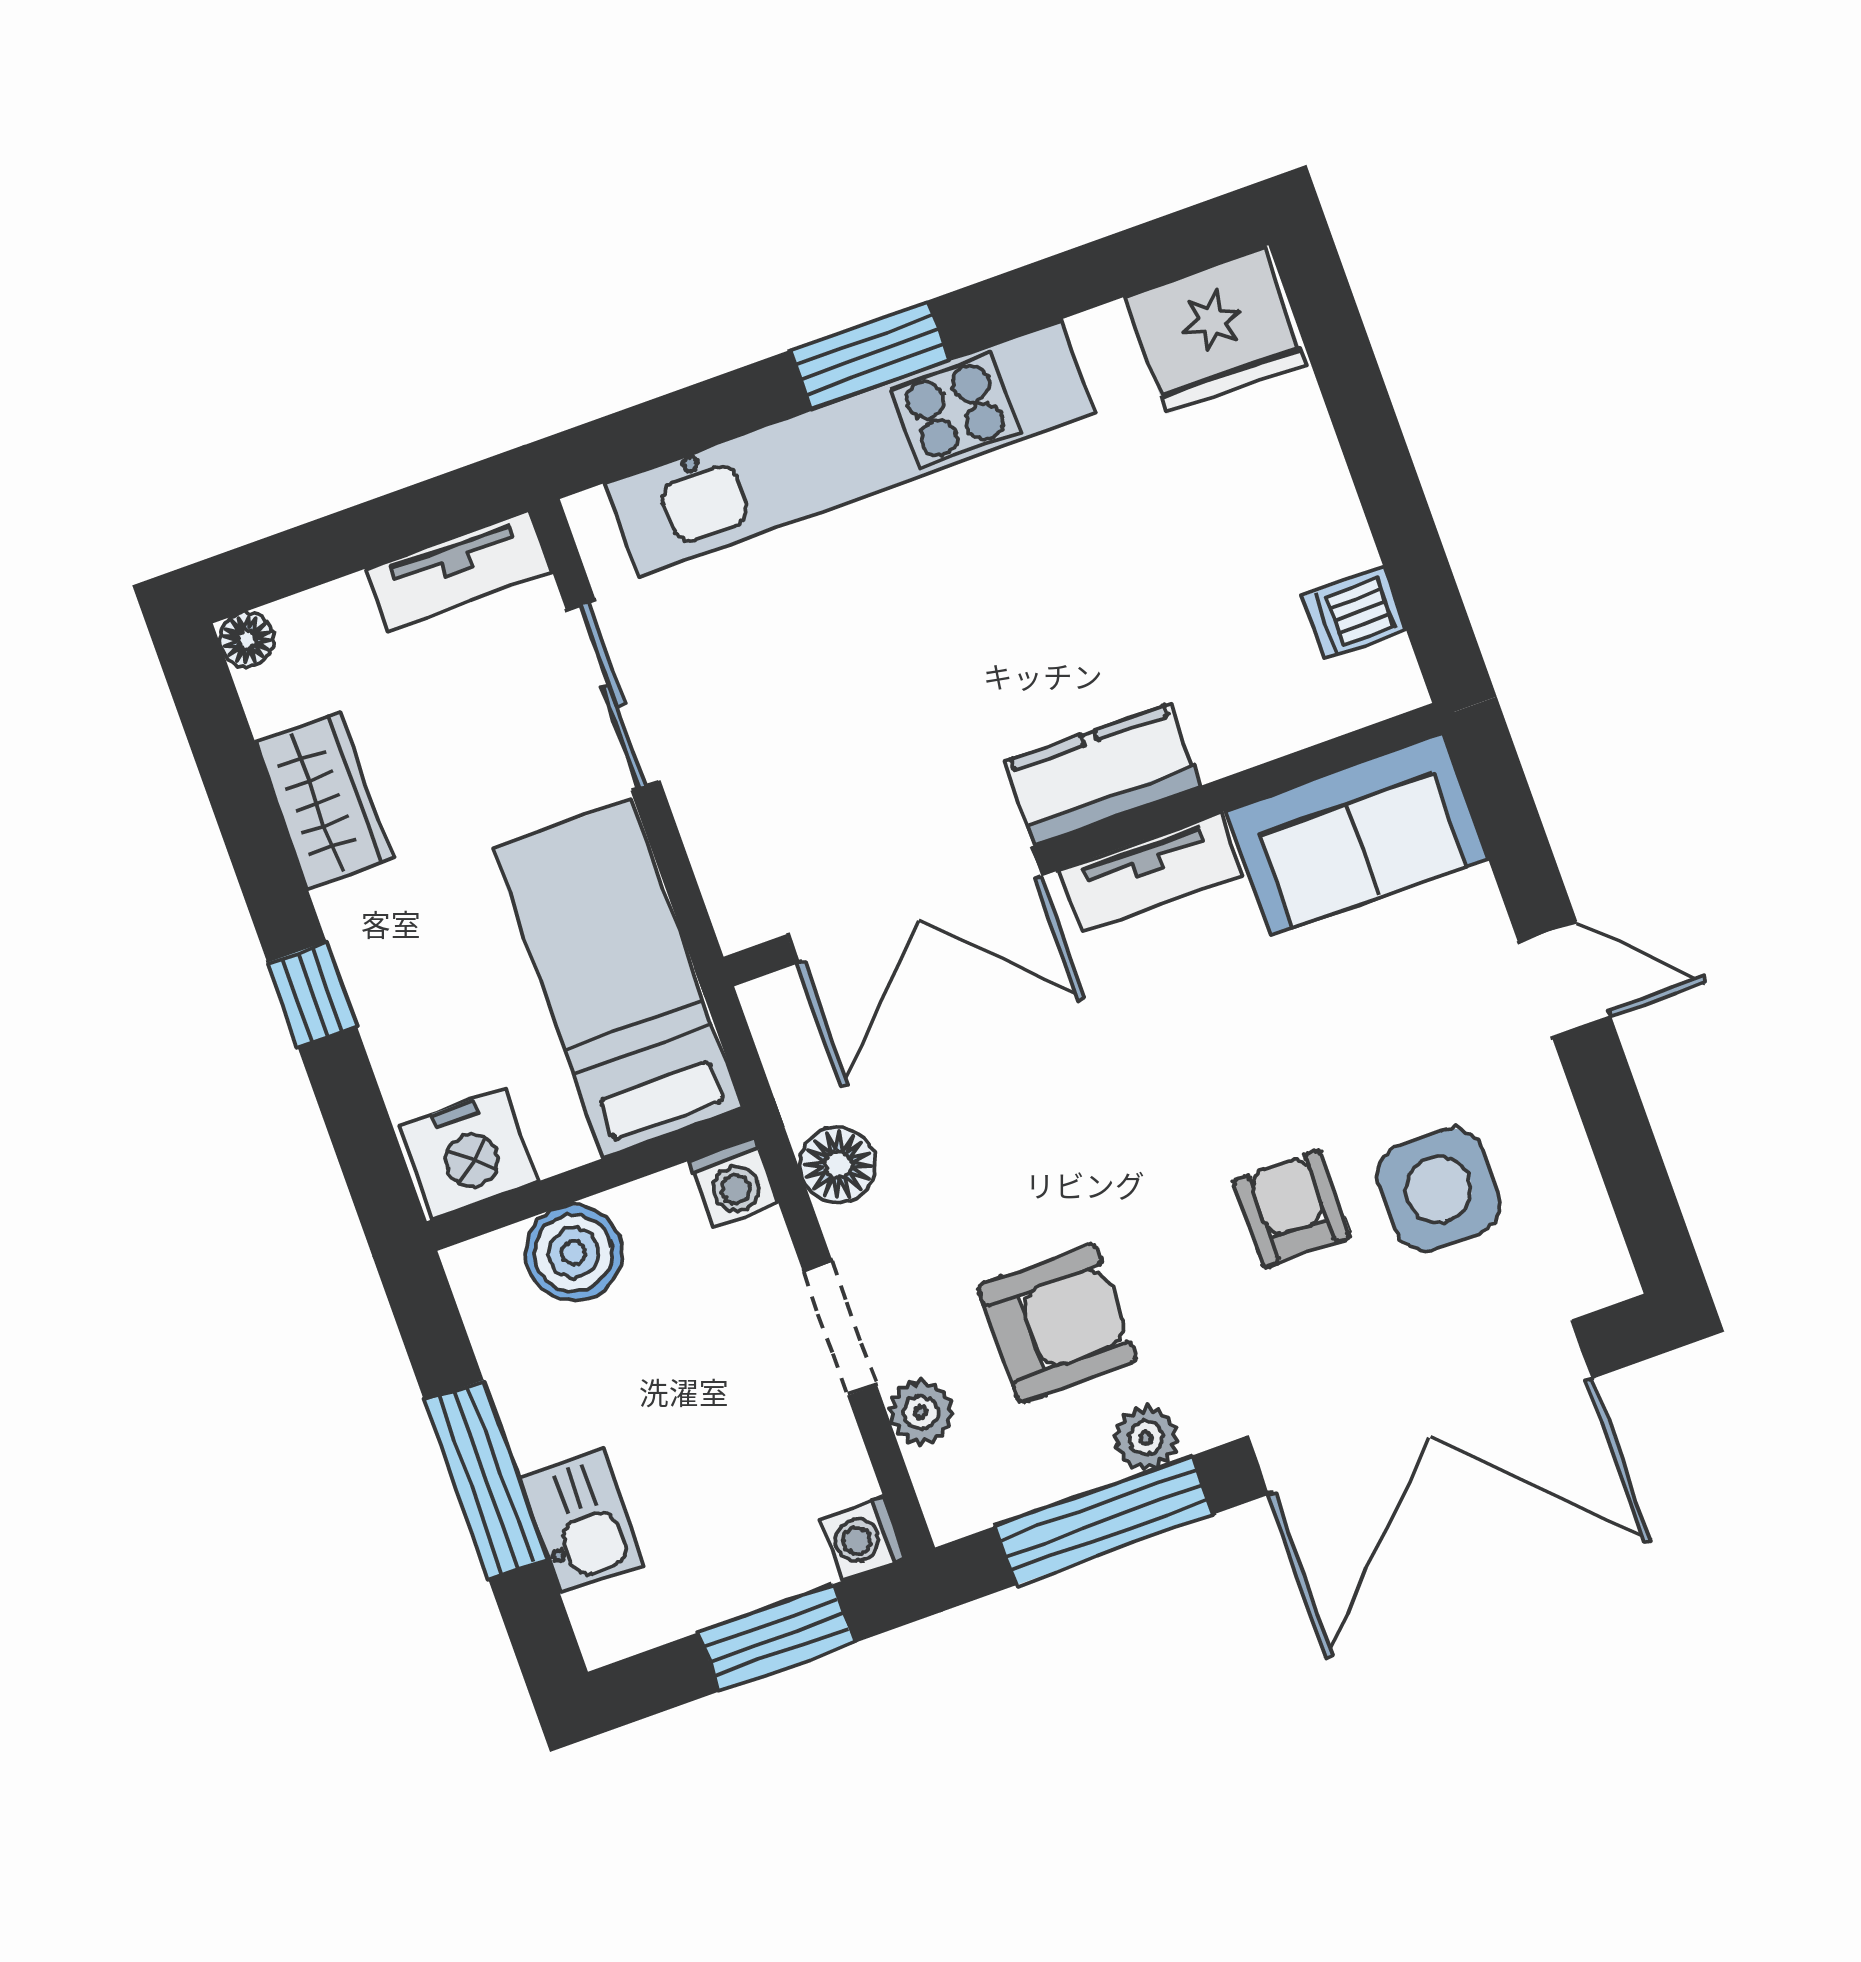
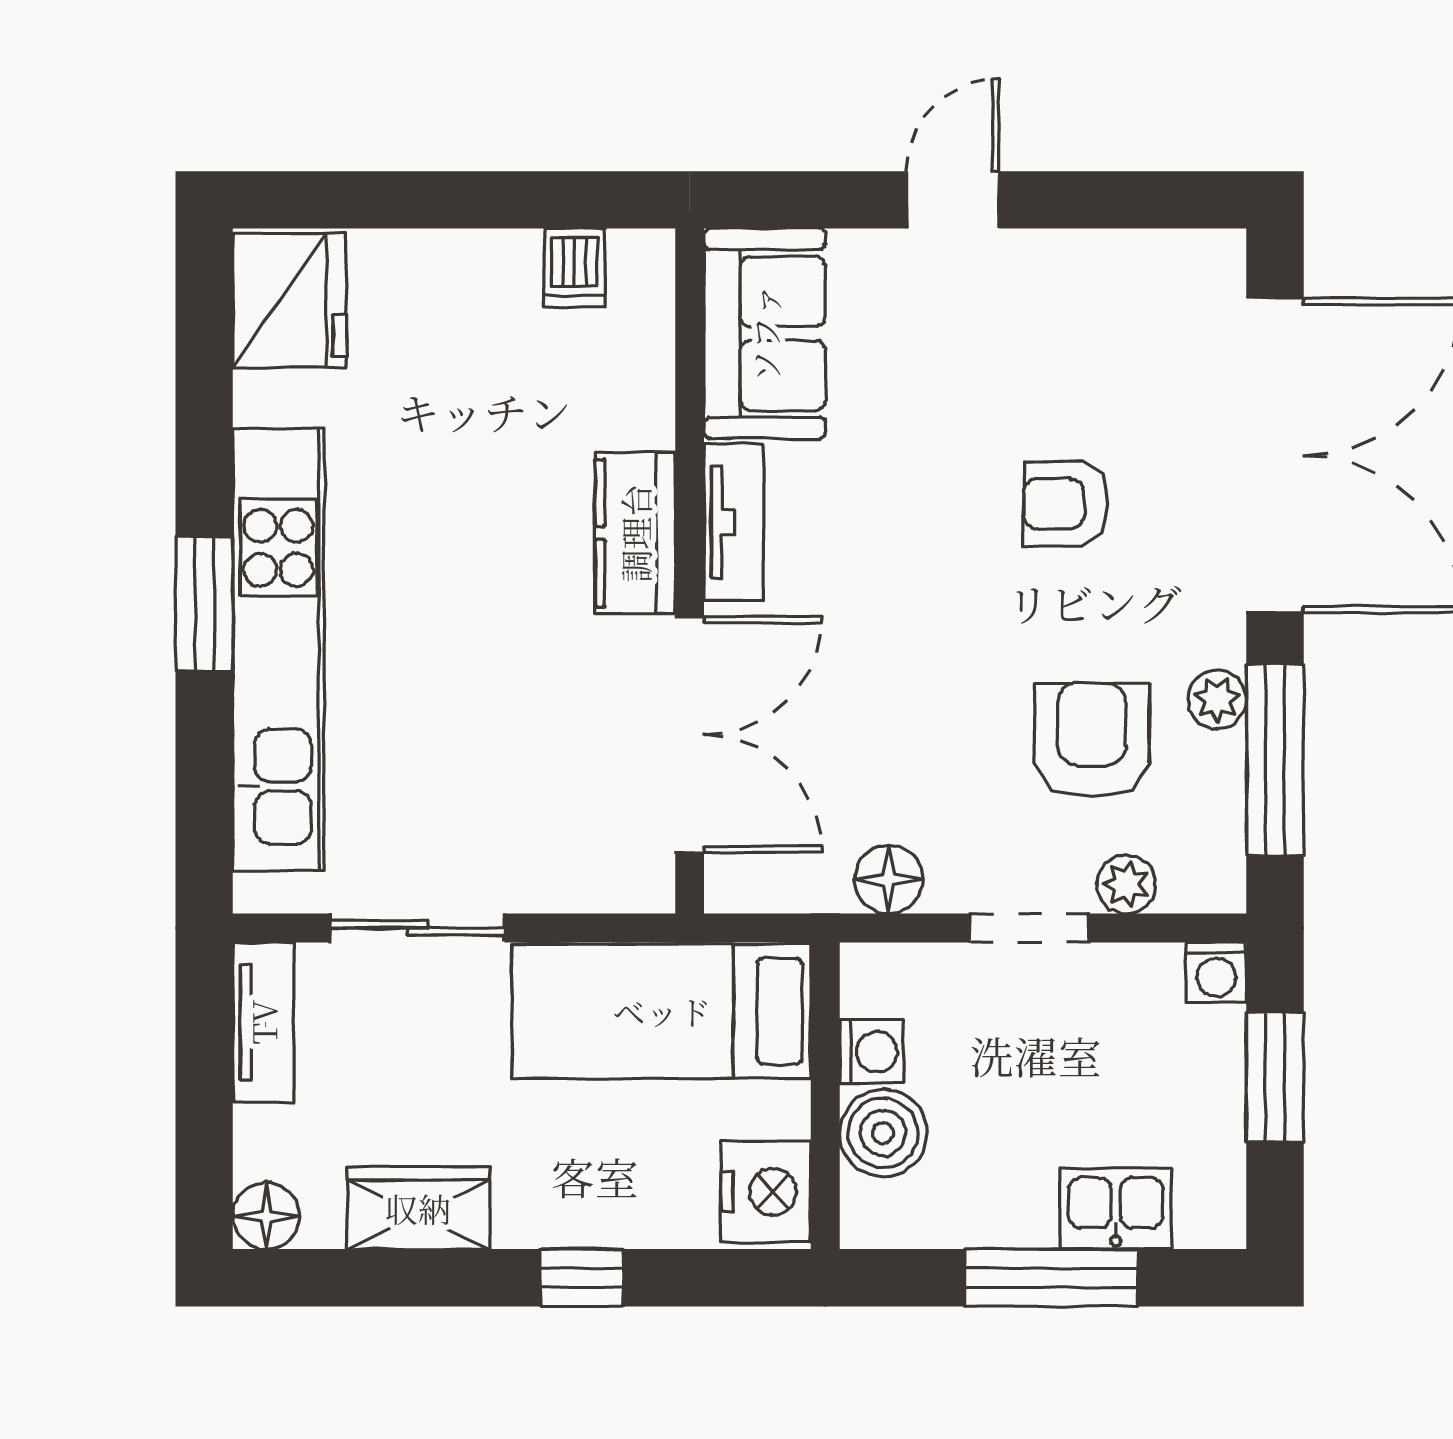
floor lamp: (247, 639) -> (266, 1216), width x1.37, depth x1.37
washing machine: (734, 1182) -> (872, 1052), moved
side table: (1439, 1189) -> (1094, 372), removed

